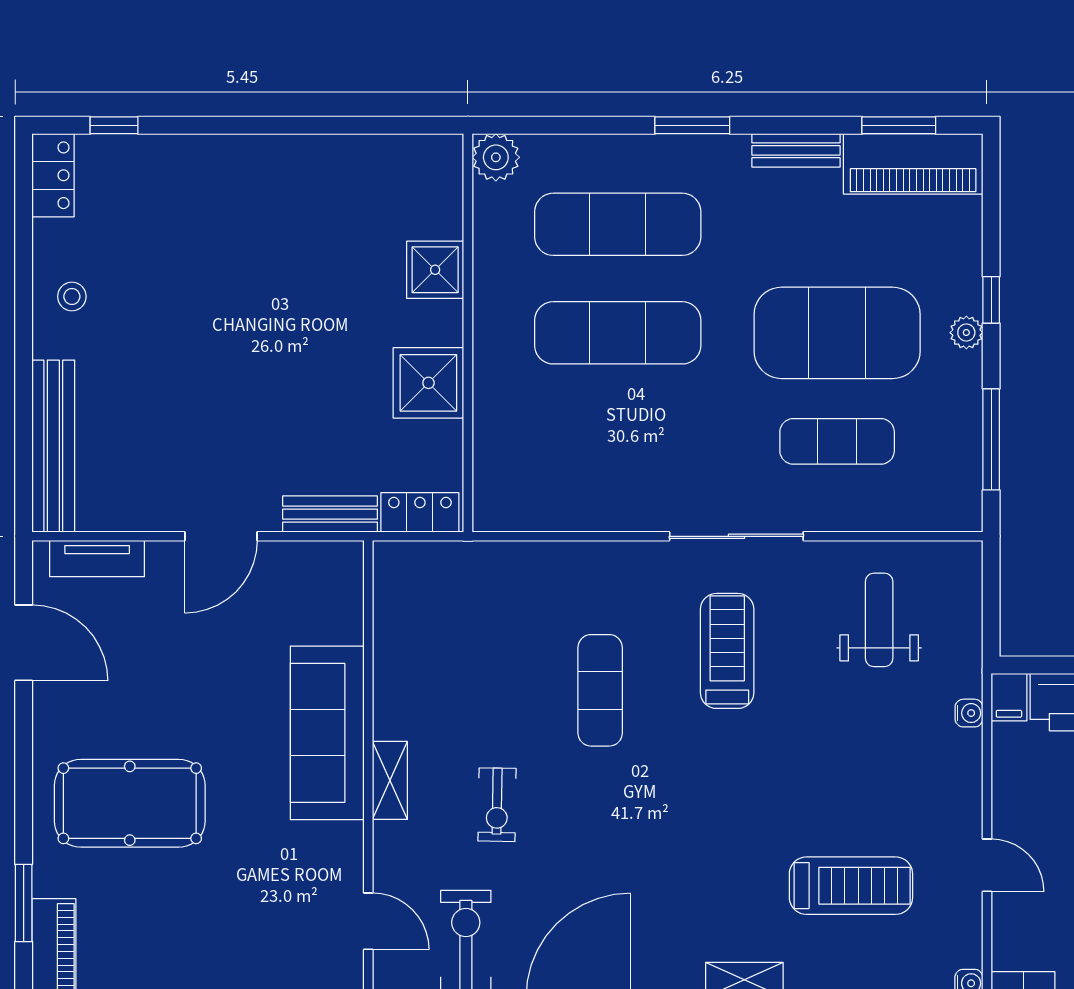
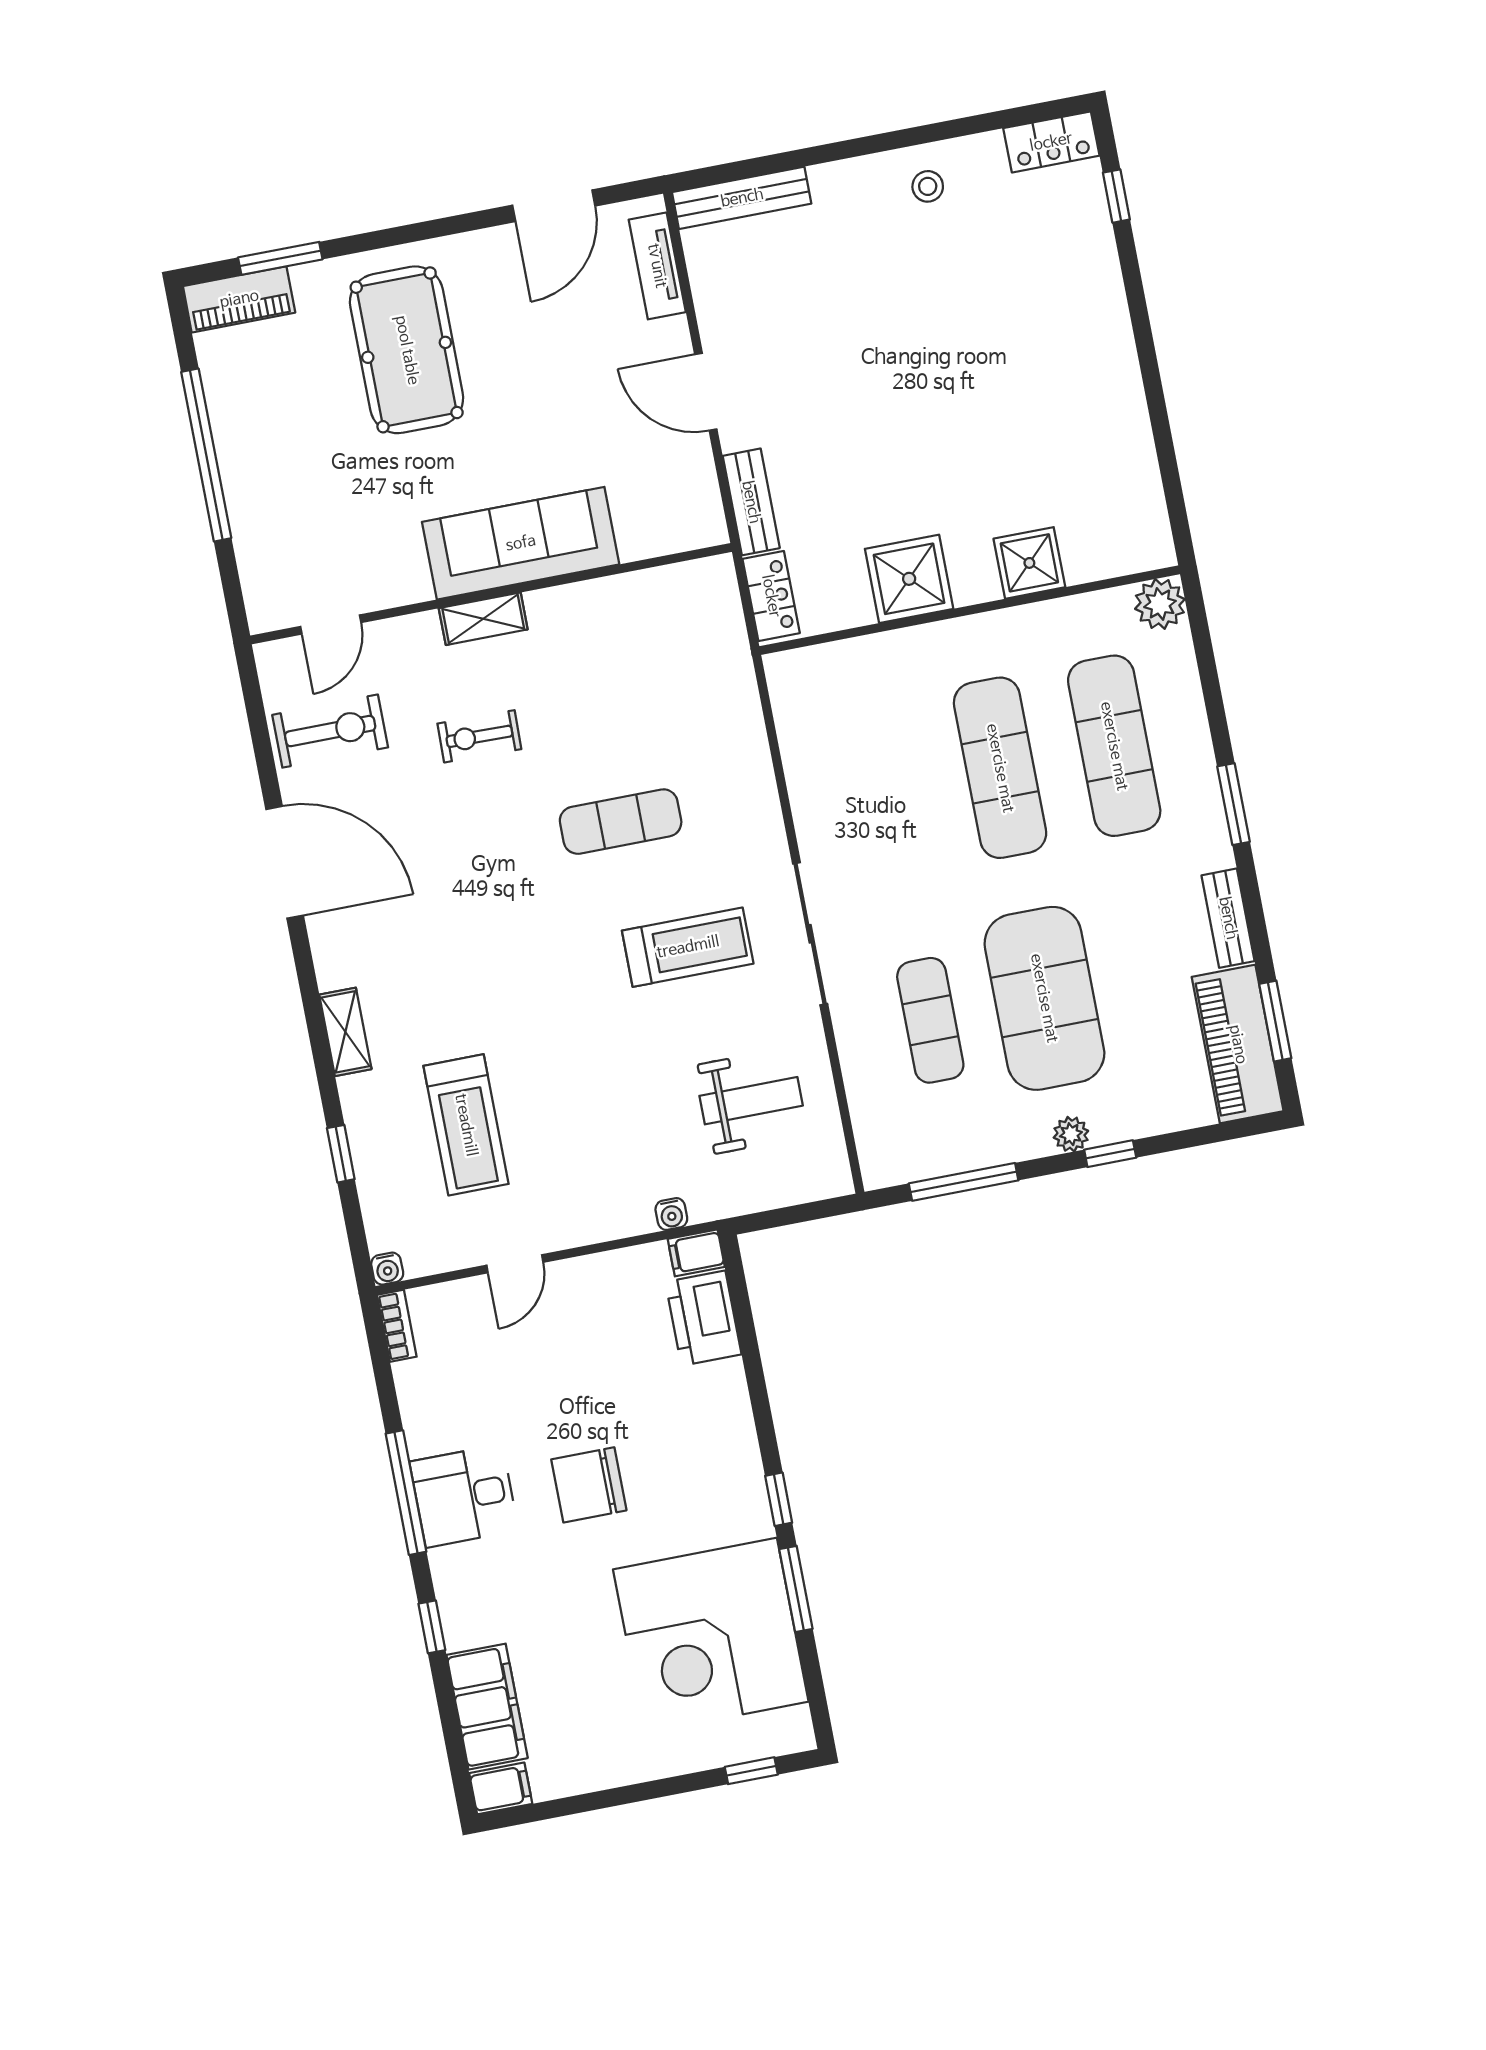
bench: (53, 446) -> (742, 198), width x0.73, depth x0.82

